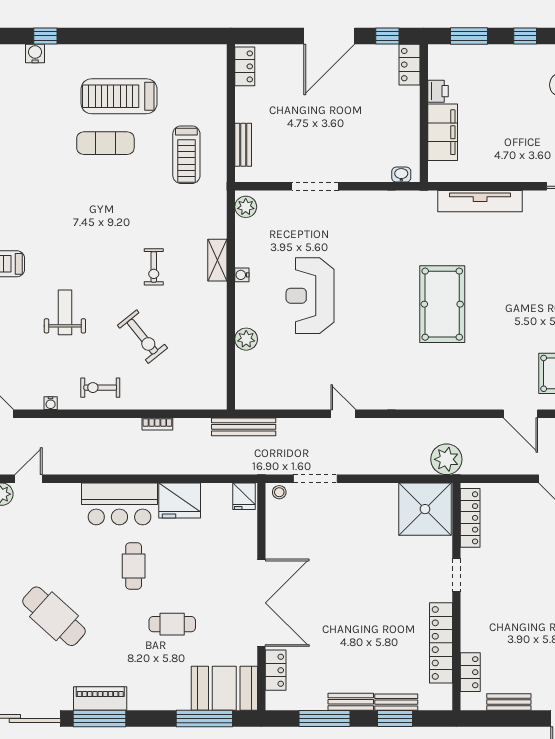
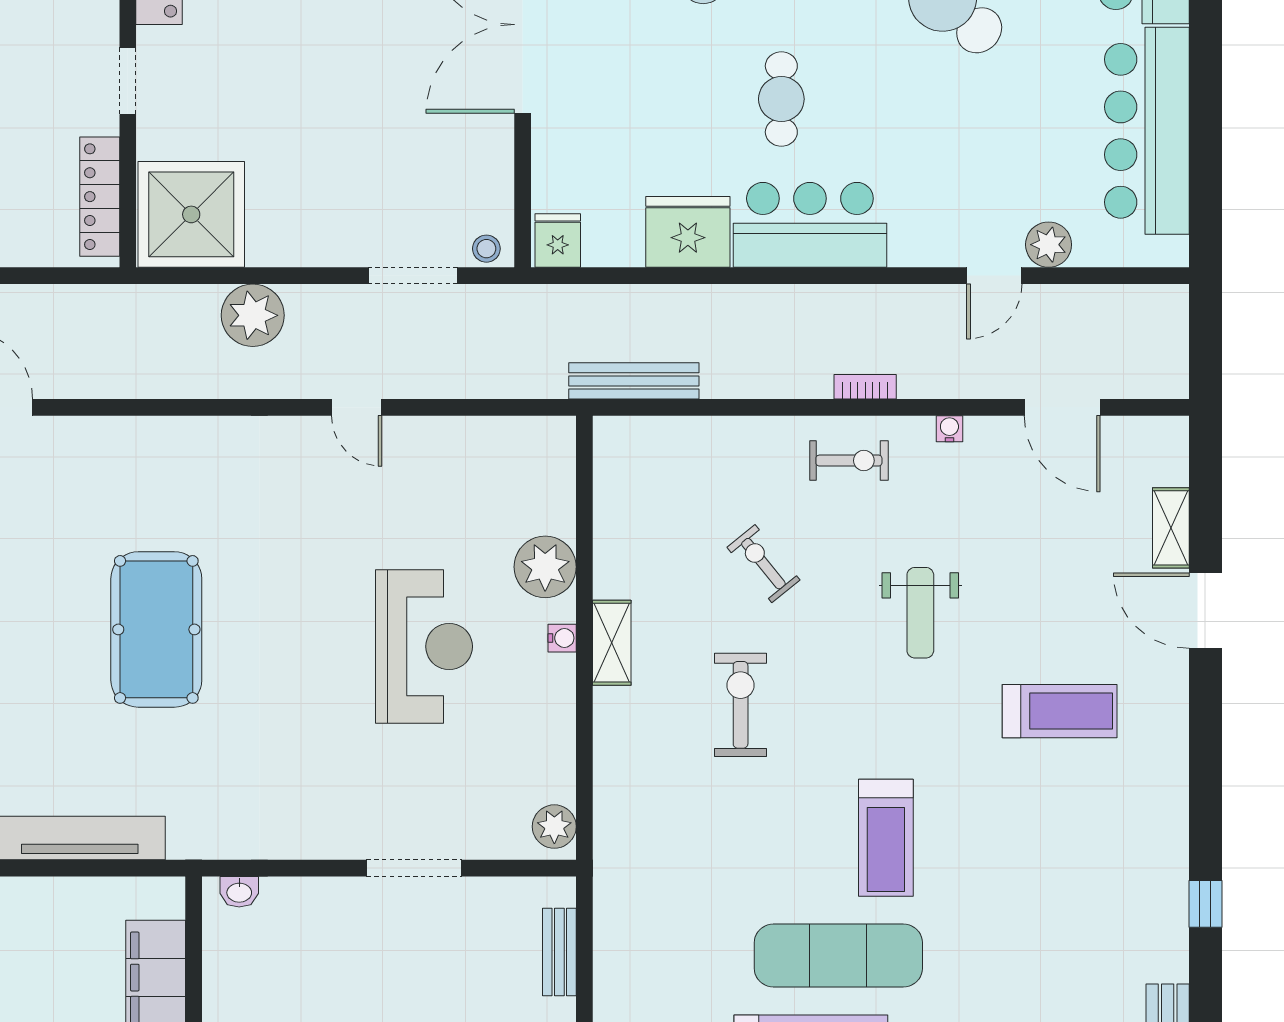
exercise mat: (105, 143) -> (838, 956), width x1.36, depth x1.45
treadmill: (186, 155) -> (886, 838), moved, turned 180
shelving: (217, 260) -> (612, 643), moved
exercise bike: (154, 267) -> (741, 705), width x1.38, depth x1.39
water cooler: (242, 275) -> (562, 638), moved
exercise bike: (142, 337) -> (763, 564), width x0.73, depth x0.72
plant: (246, 339) -> (545, 567), width x1.36, depth x1.36
bookcase: (157, 424) -> (865, 387), moved
bench: (244, 427) -> (634, 381), moved
plant: (446, 459) -> (253, 315), moved

